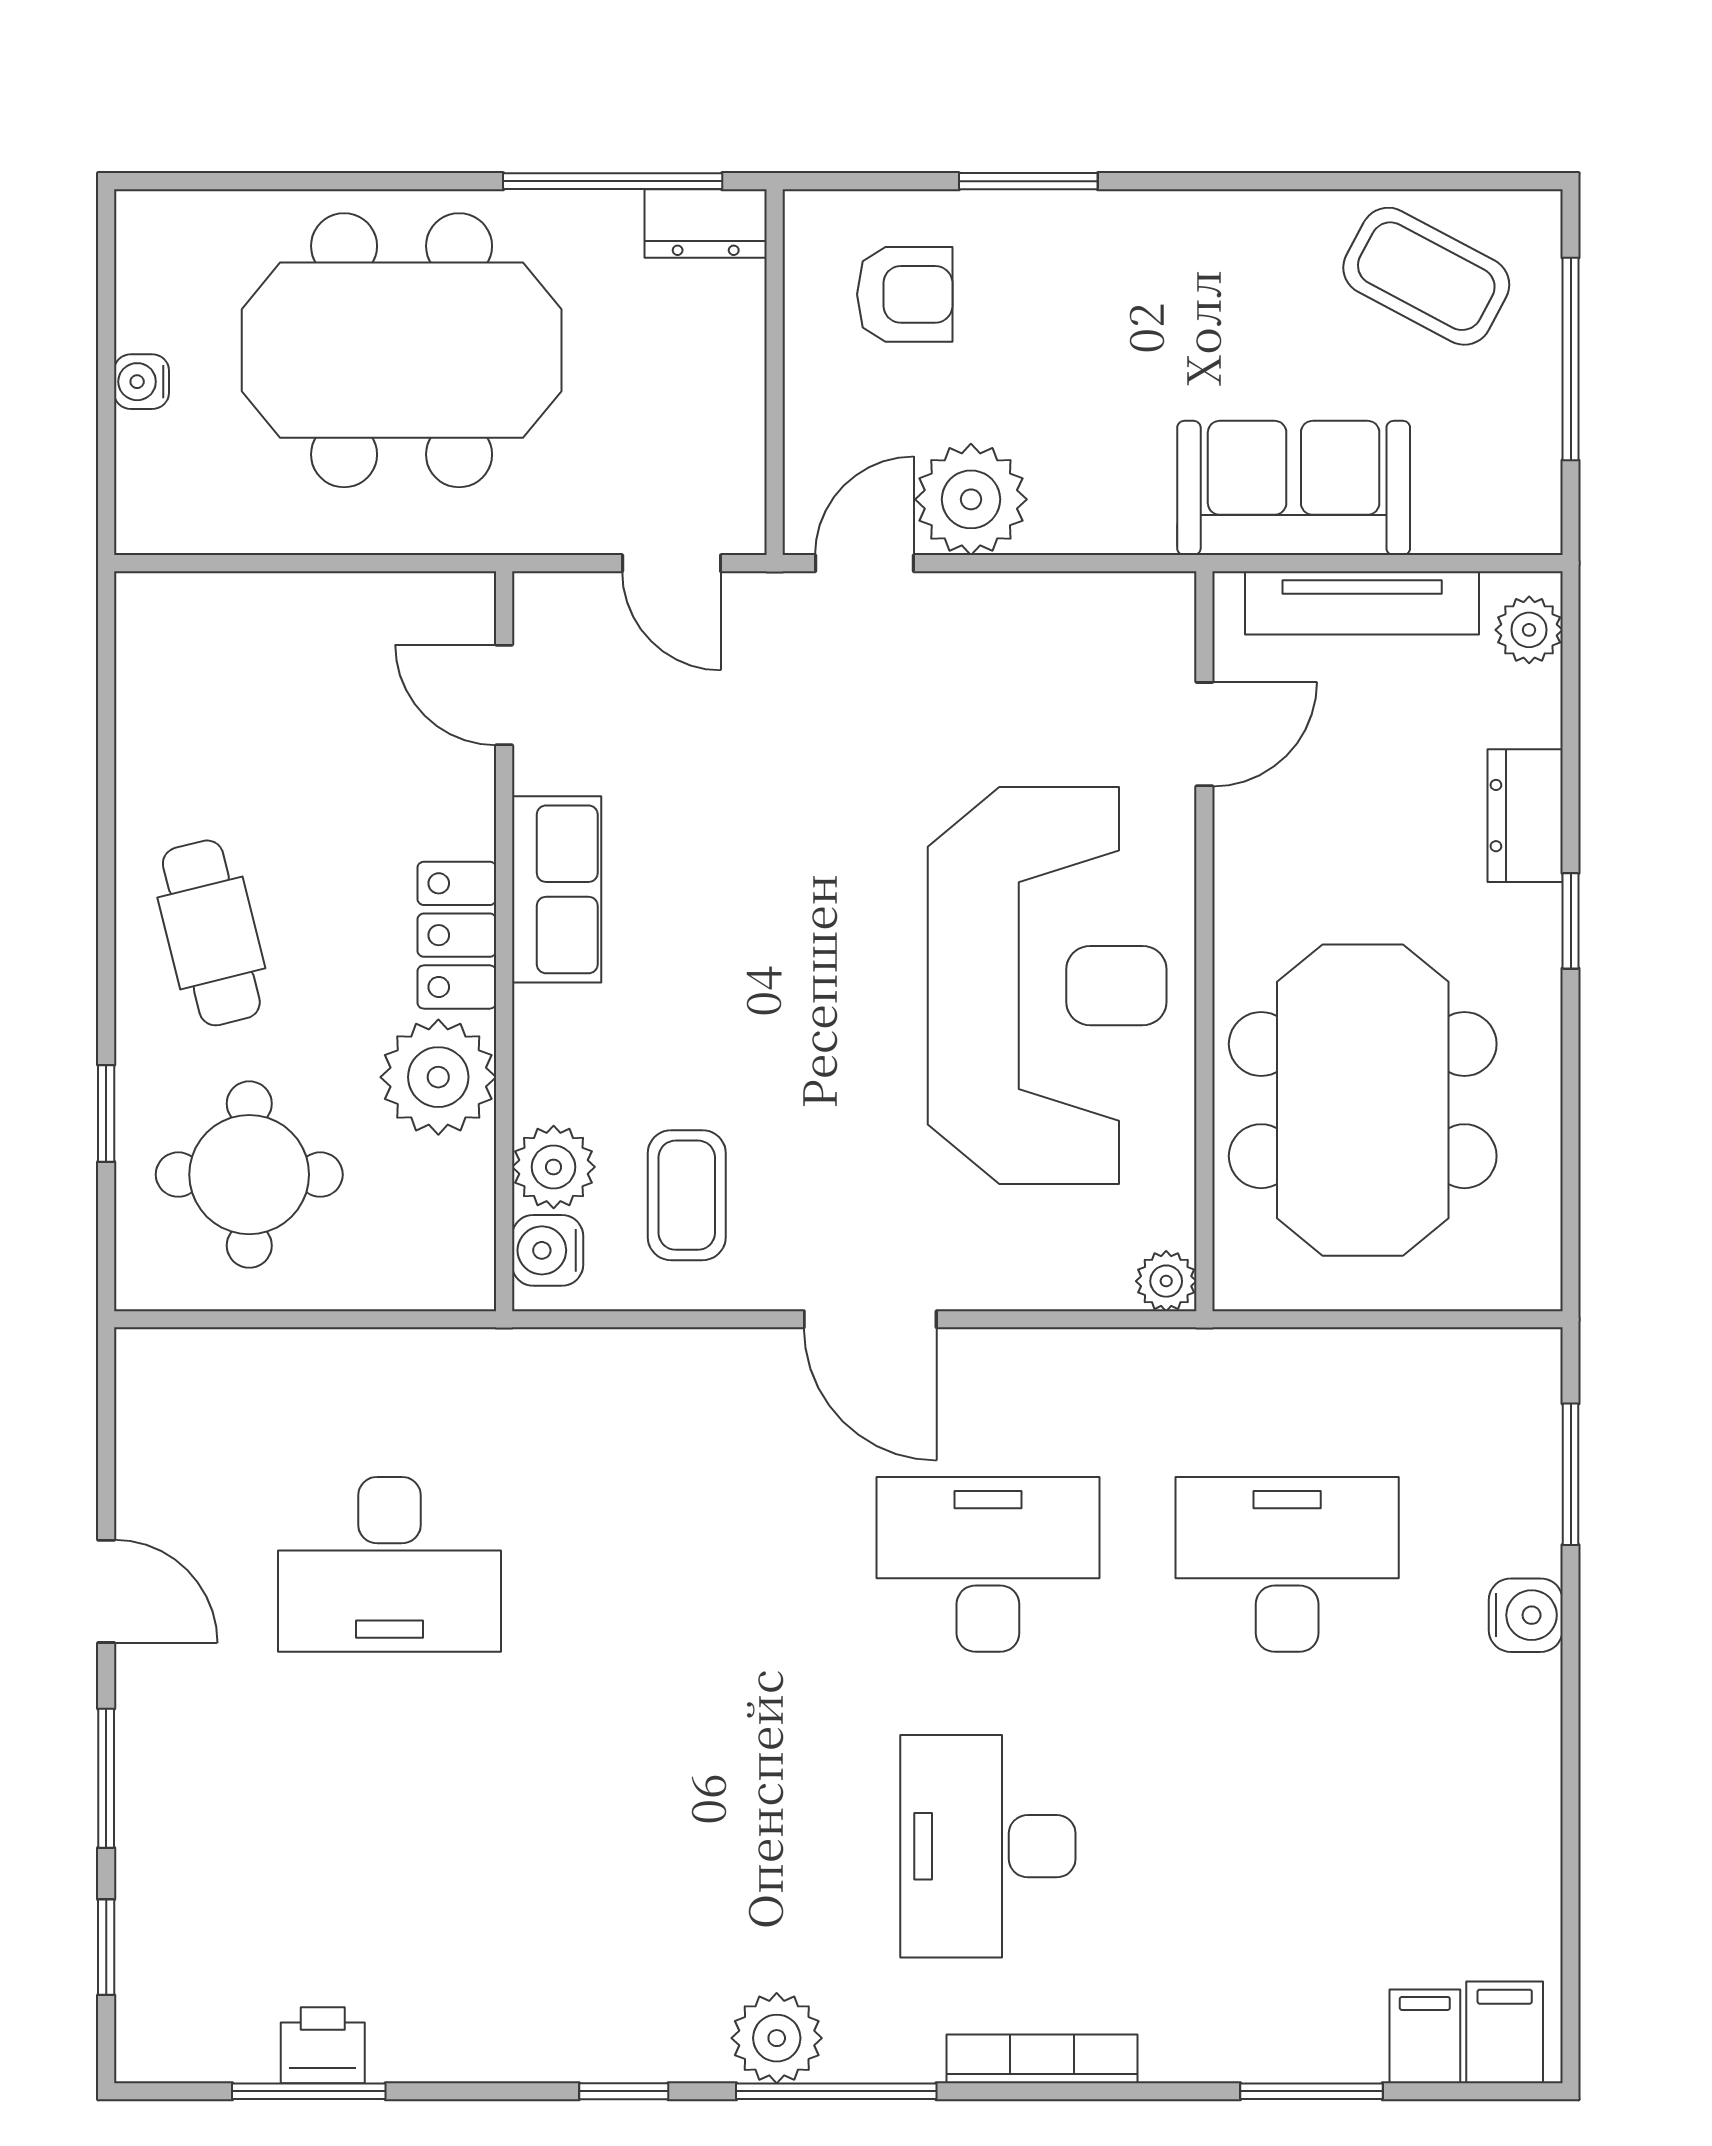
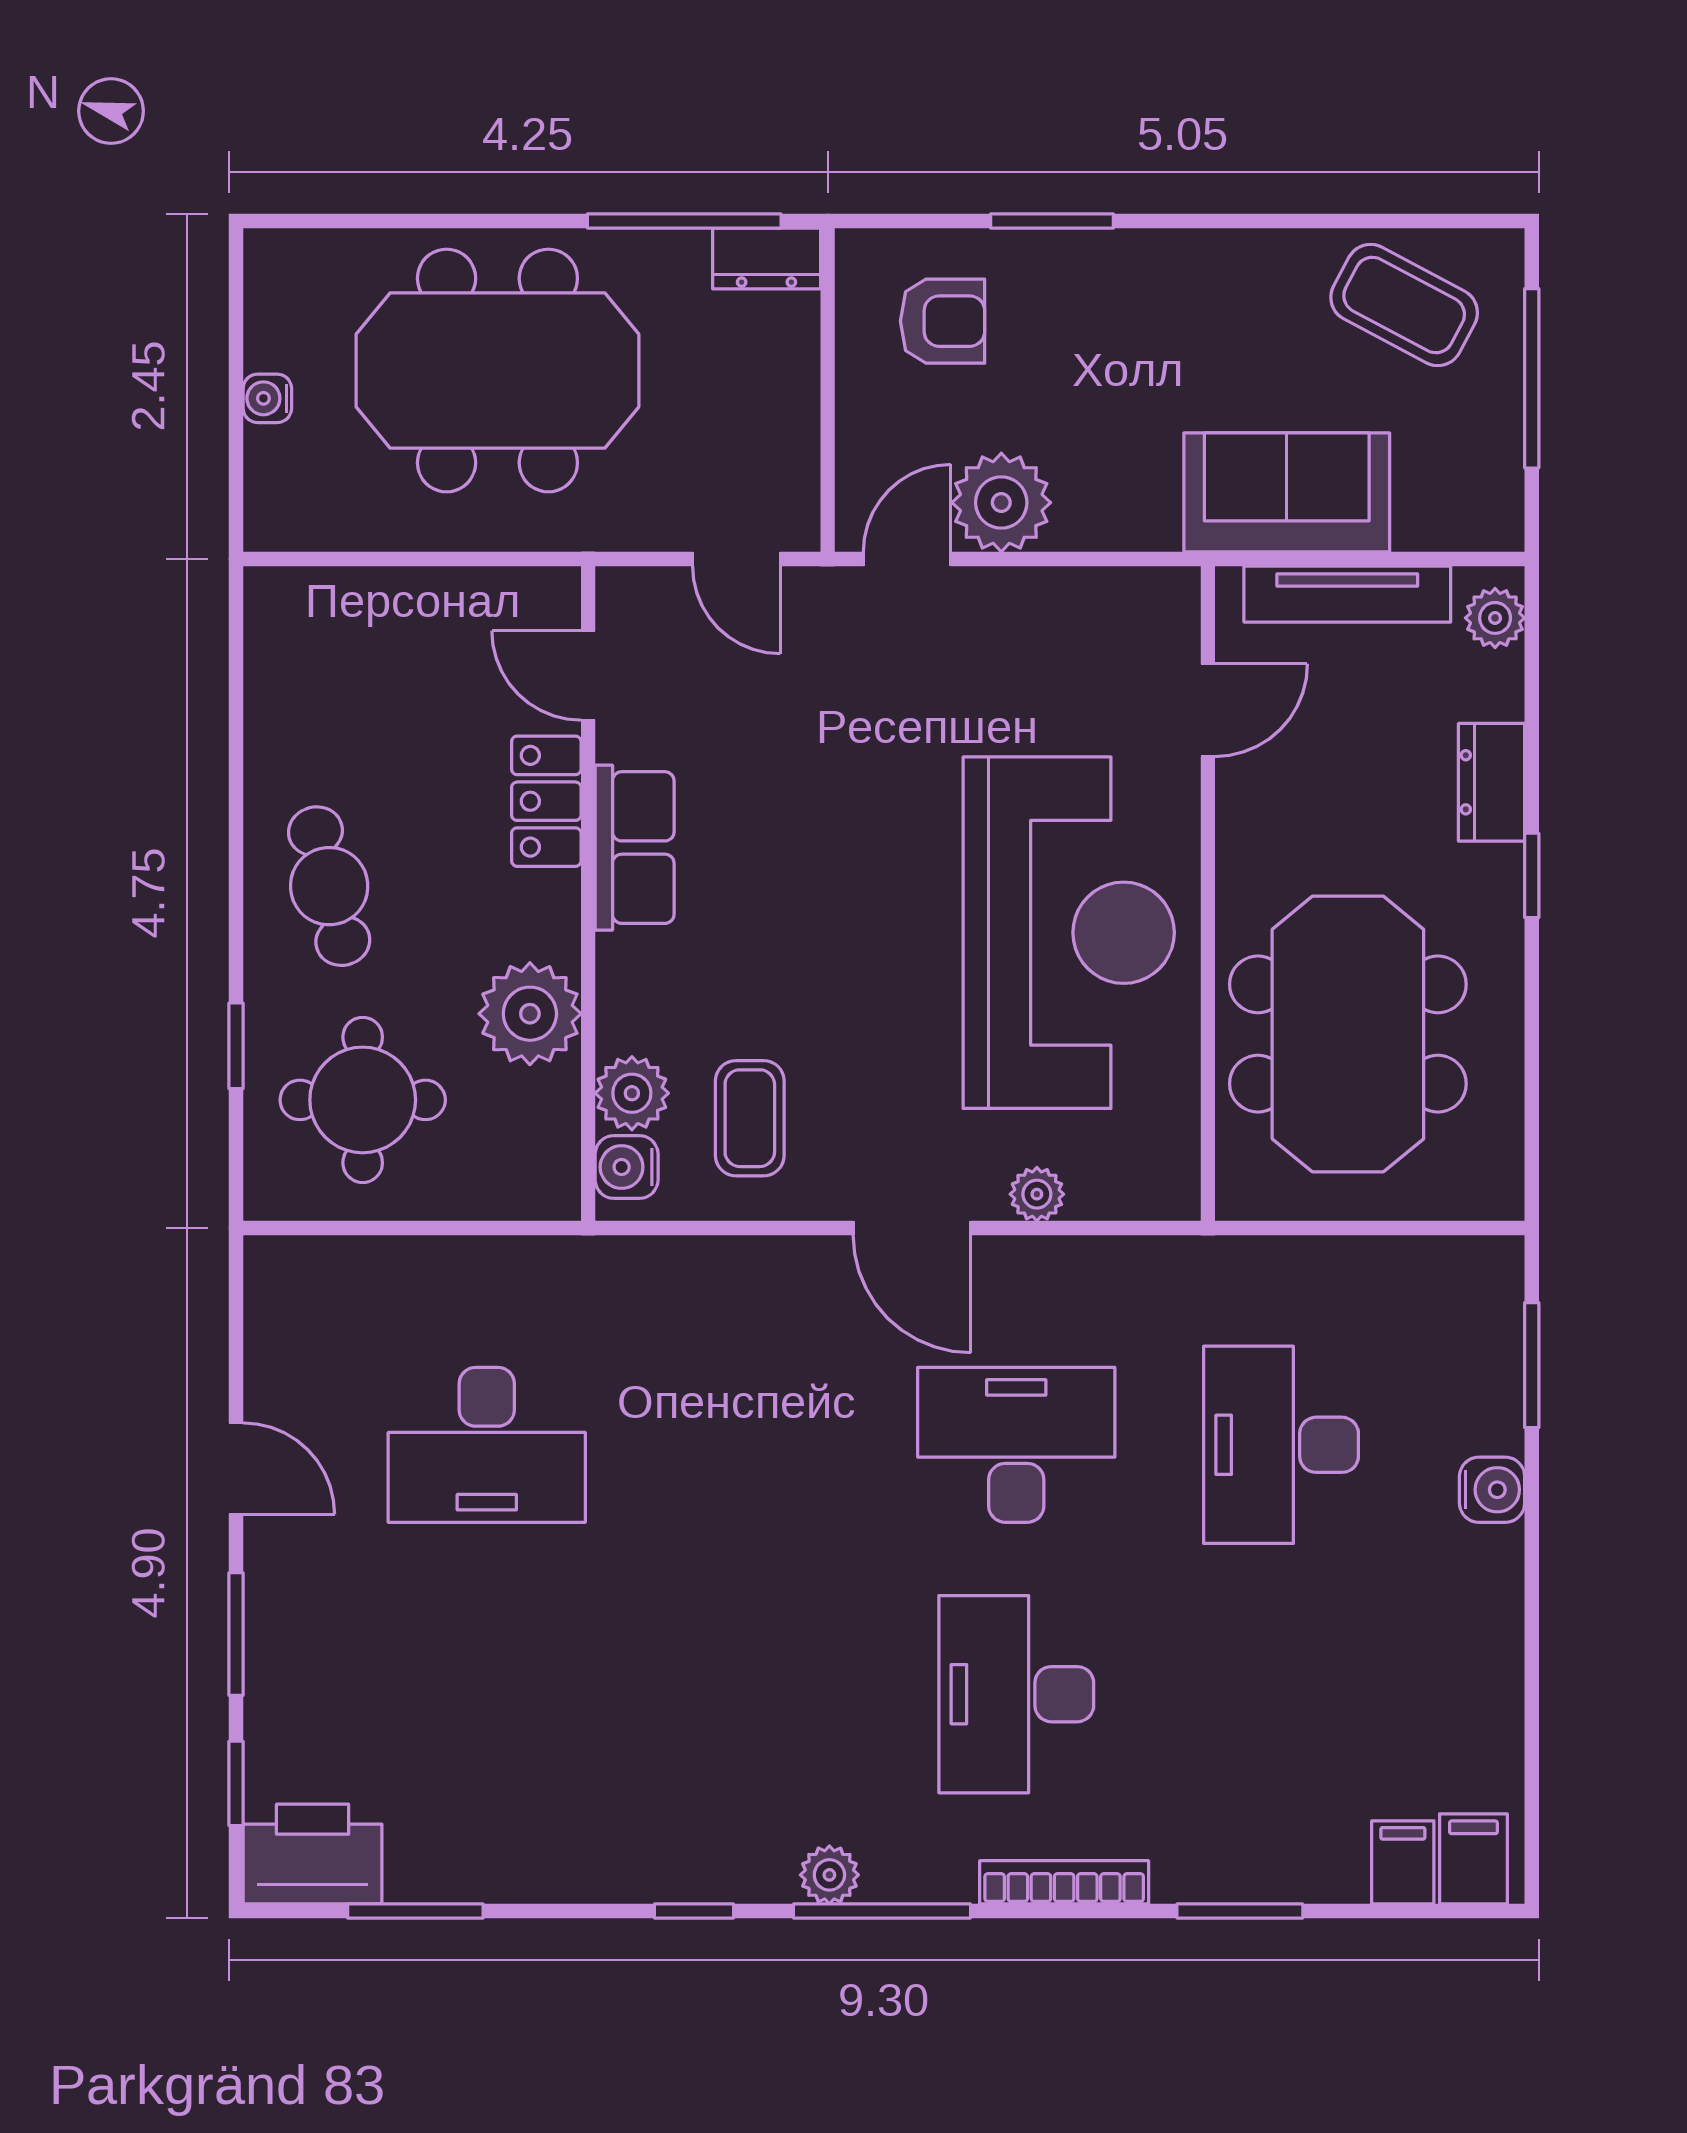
locker: (457, 935) -> (546, 801), moved
plant: (1166, 1281) -> (1037, 1194), moved
desk: (1287, 1564) -> (1281, 1445), turned -90
plant: (777, 2038) -> (829, 1875), width x0.73, depth x0.73
printer: (323, 2045) -> (313, 1854), moved, width x1.87, depth x1.48
window: (1311, 2091) -> (1240, 1911), moved

